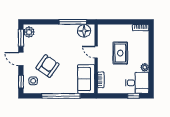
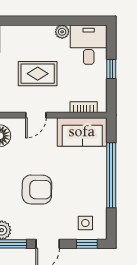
armchair: (48, 66) -> (37, 190), moved, turned 146
window: (133, 96) -> (111, 69), moved

